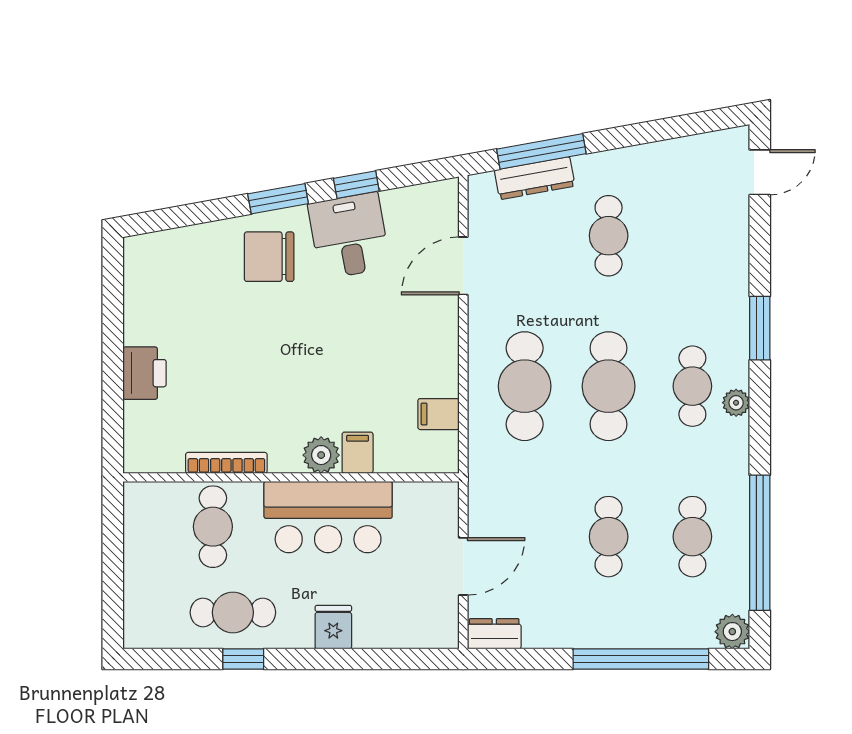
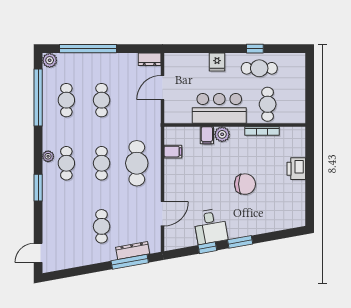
chair: (269, 257) -> (245, 184), moved
cafe table: (609, 386) -> (102, 163), width x0.73, depth x0.74

